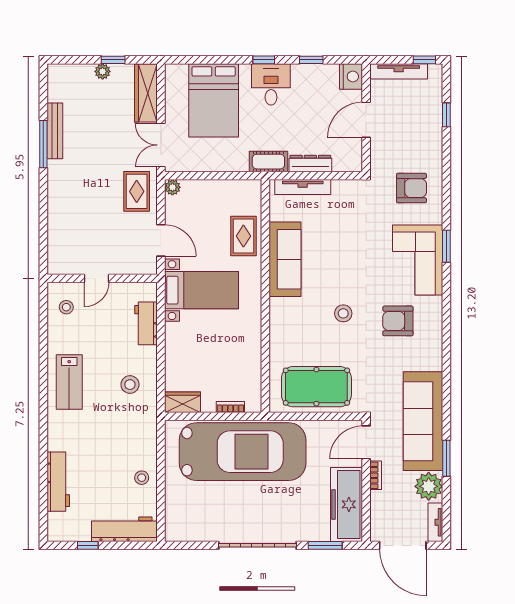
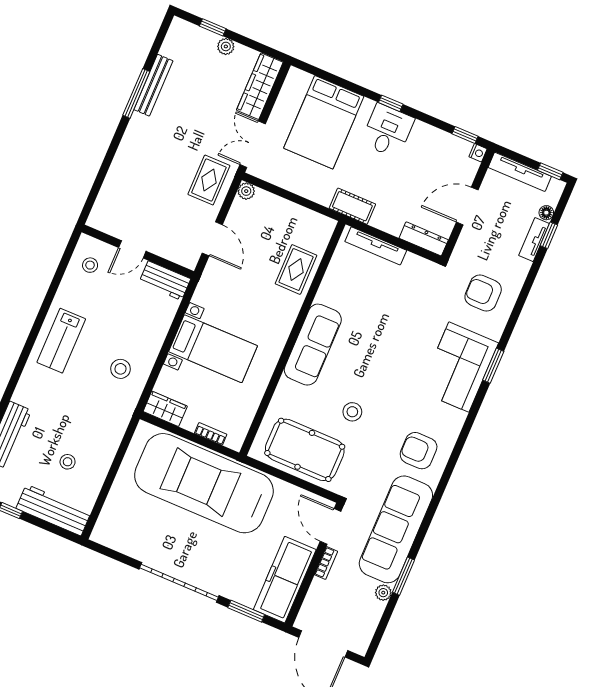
window: (113, 60) -> (213, 27), moved
window: (311, 60) -> (465, 135), moved
nightstand: (351, 76) -> (478, 153), width x0.53, depth x0.56
floor lamp: (436, 97) -> (546, 213), added
dresser: (310, 164) -> (424, 239), moved
armchair: (411, 188) -> (483, 293), turned 180
sofa: (285, 259) -> (313, 345), moved
bed with nightstands: (202, 290) -> (213, 349), moved
stool: (343, 313) -> (352, 412), moved
armchair: (398, 321) -> (419, 451), moved
workbench: (146, 323) -> (165, 281), moved, turned -90
door: (366, 442) -> (331, 526), hinge flipped
car: (243, 452) -> (204, 483), turned 180
stool: (142, 478) -> (68, 462), moved
plant: (429, 486) -> (383, 593), width x0.53, depth x0.53
tv unit: (435, 522) -> (534, 240), moved

